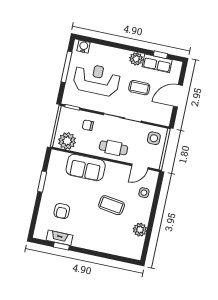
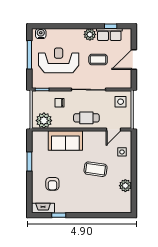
fireplace: (59, 238) -> (43, 208), moved

